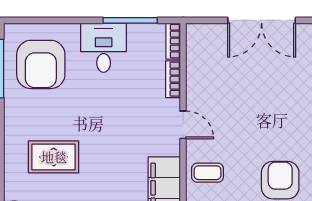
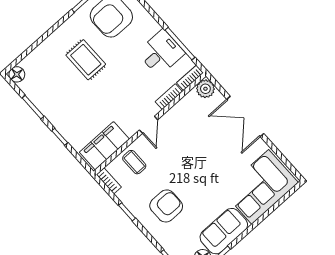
plant: (198, 35) -> (205, 89), added
desk: (104, 48) -> (161, 53), moved
rug: (54, 157) -> (86, 60), moved

